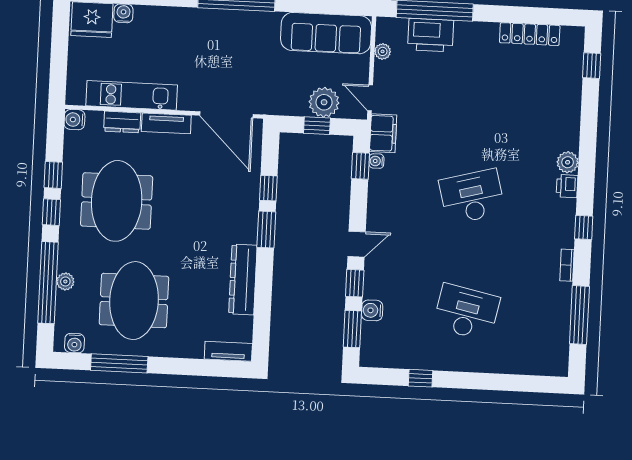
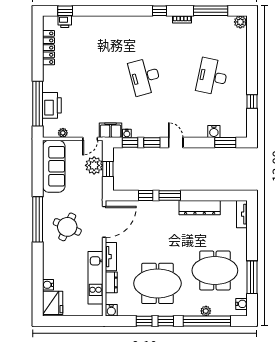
round table: (221, 51) -> (67, 227), added
plant: (568, 162) -> (240, 22), moved
printer: (567, 186) -> (65, 22), moved
window: (355, 283) -> (152, 142), moved

